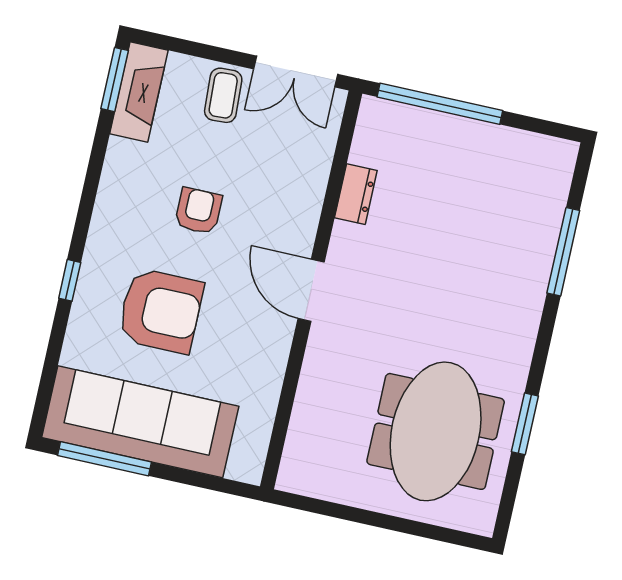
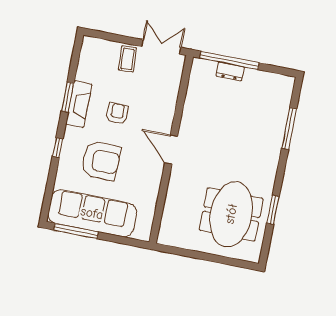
double door: (296, 72) -> (161, 47), swing flipped
window: (115, 80) -> (68, 97), moved
fireplace: (139, 92) -> (79, 104), moved
dresser: (356, 194) -> (230, 71), moved, turned 90

